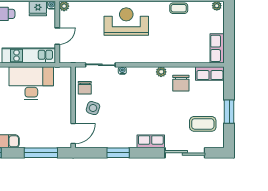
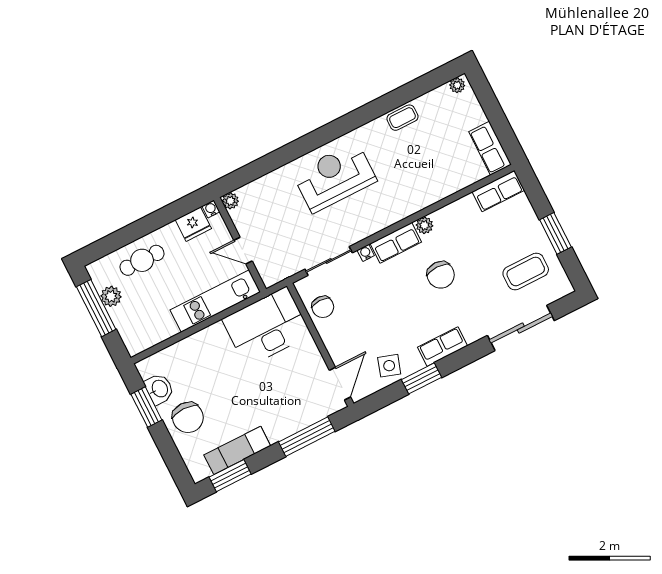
door: (57, 36) -> (243, 251), swing flipped
row of seats: (141, 73) -> (396, 243), added
desk: (31, 83) -> (266, 327), moved
chair: (181, 83) -> (441, 275), moved
side table: (93, 108) -> (389, 366), moved
row of seats: (151, 141) -> (443, 347), moved

